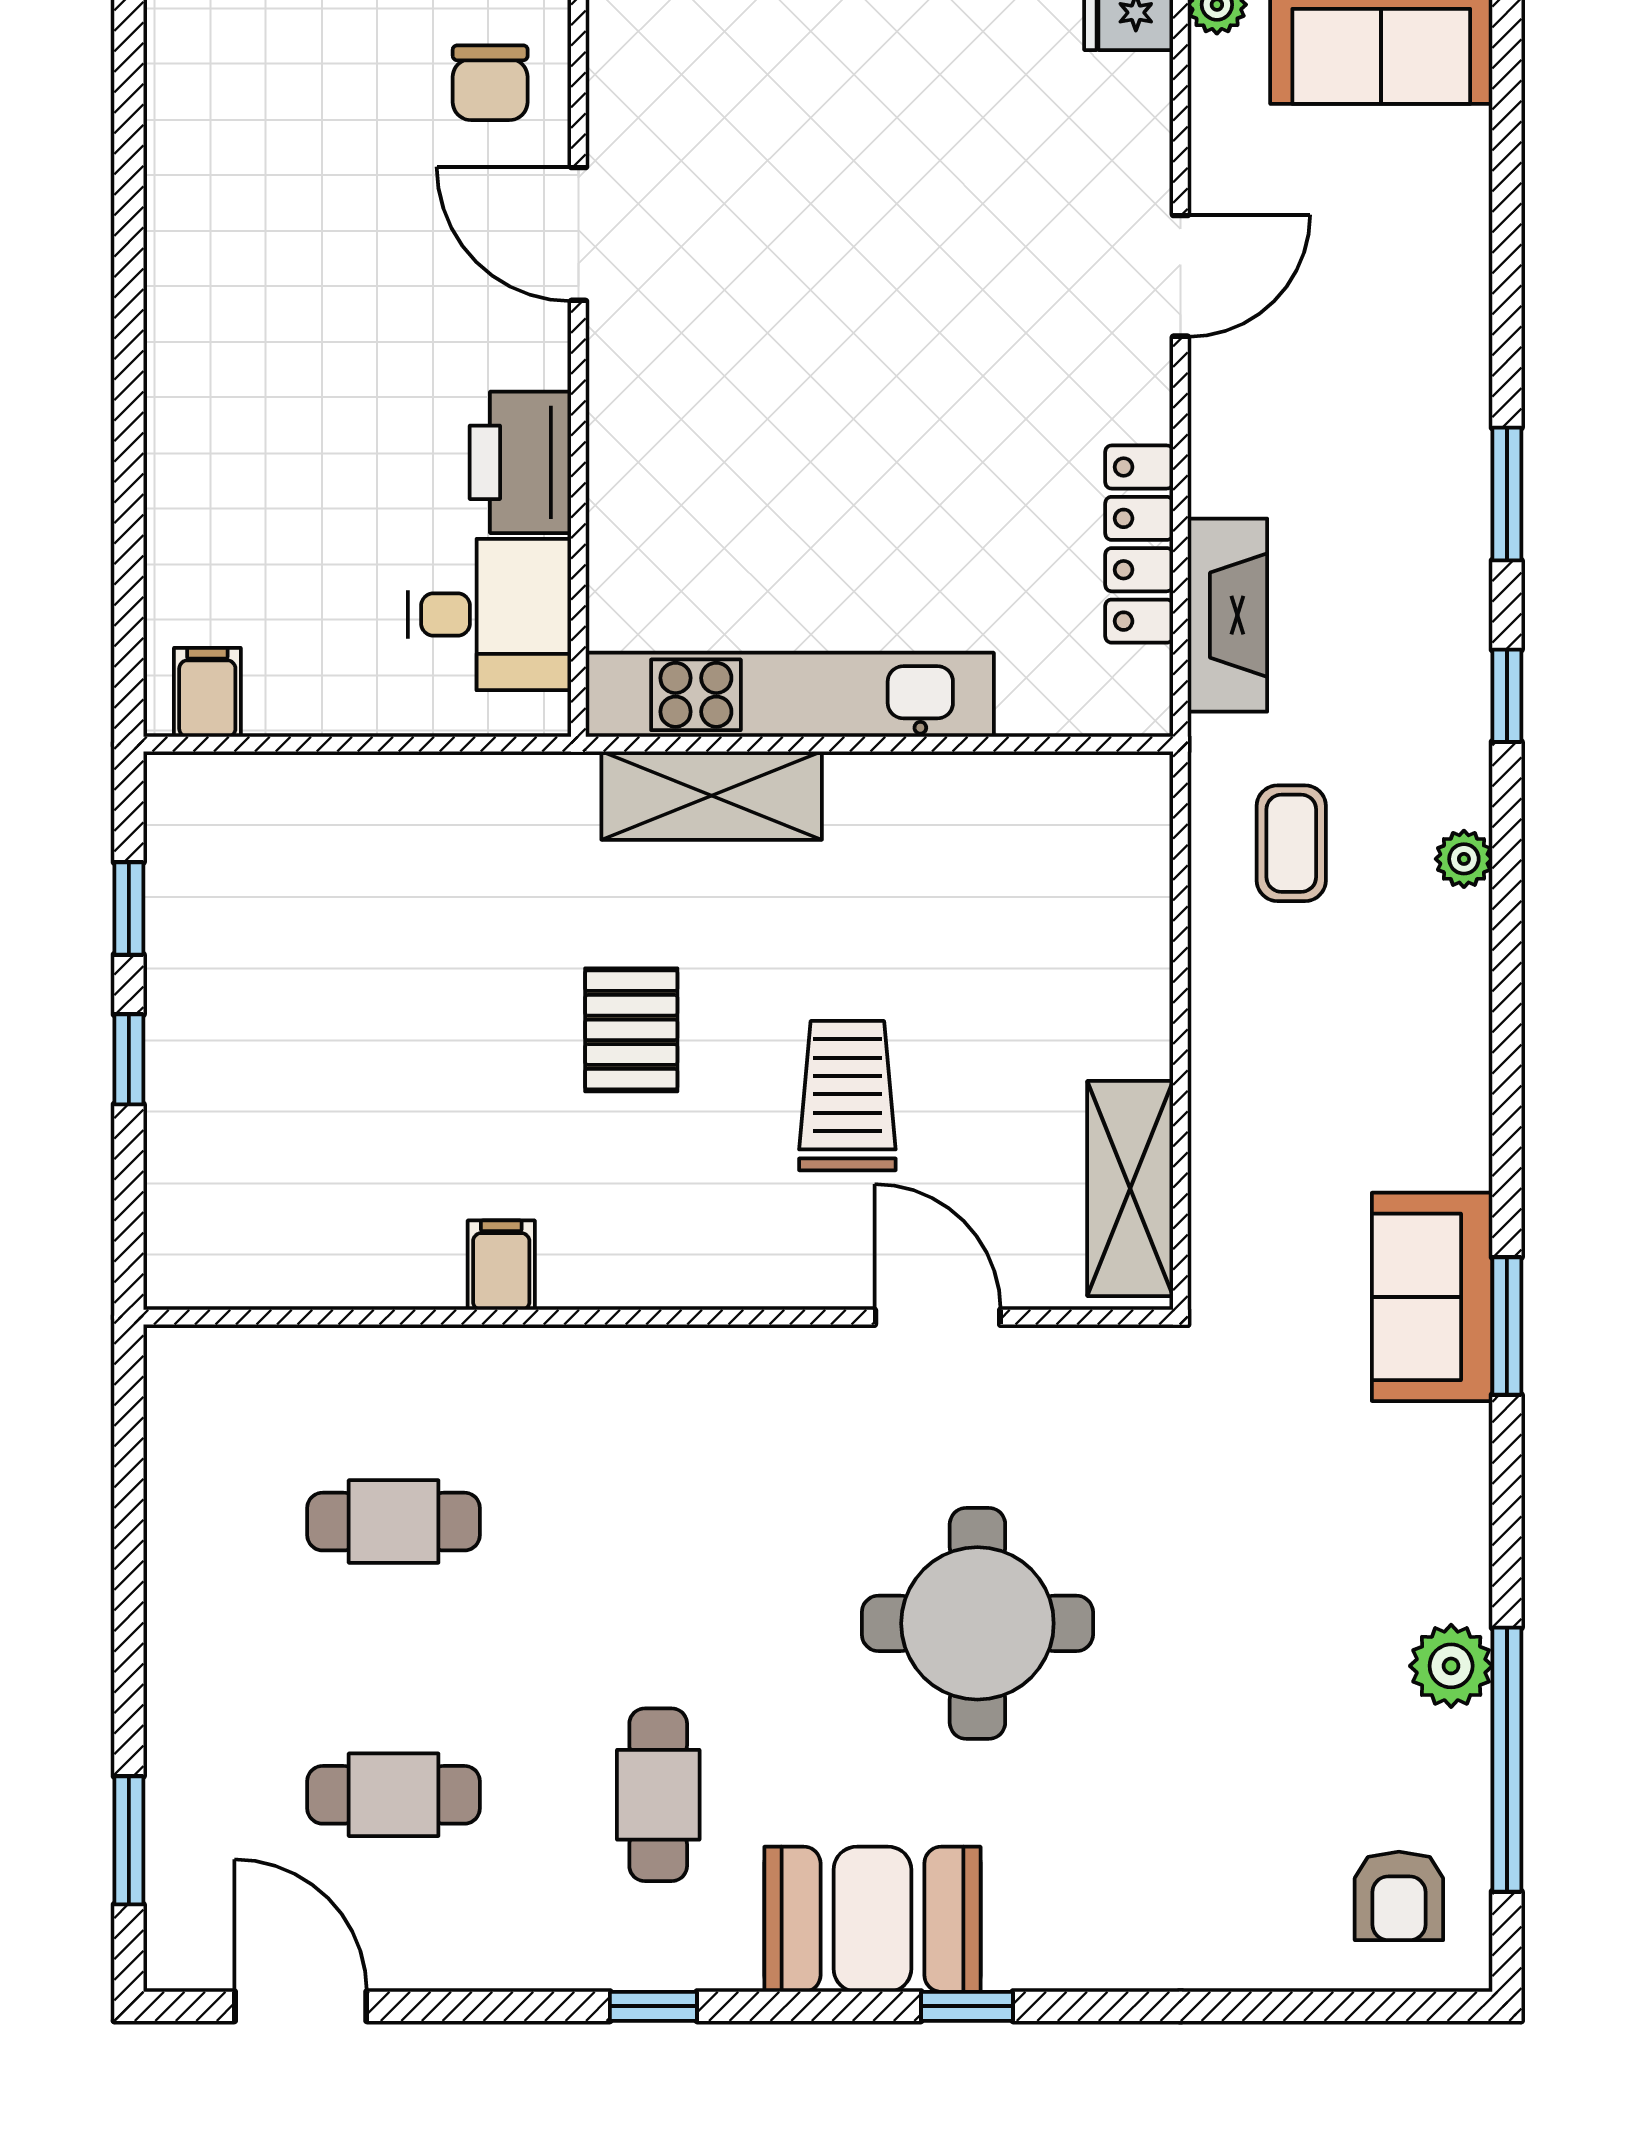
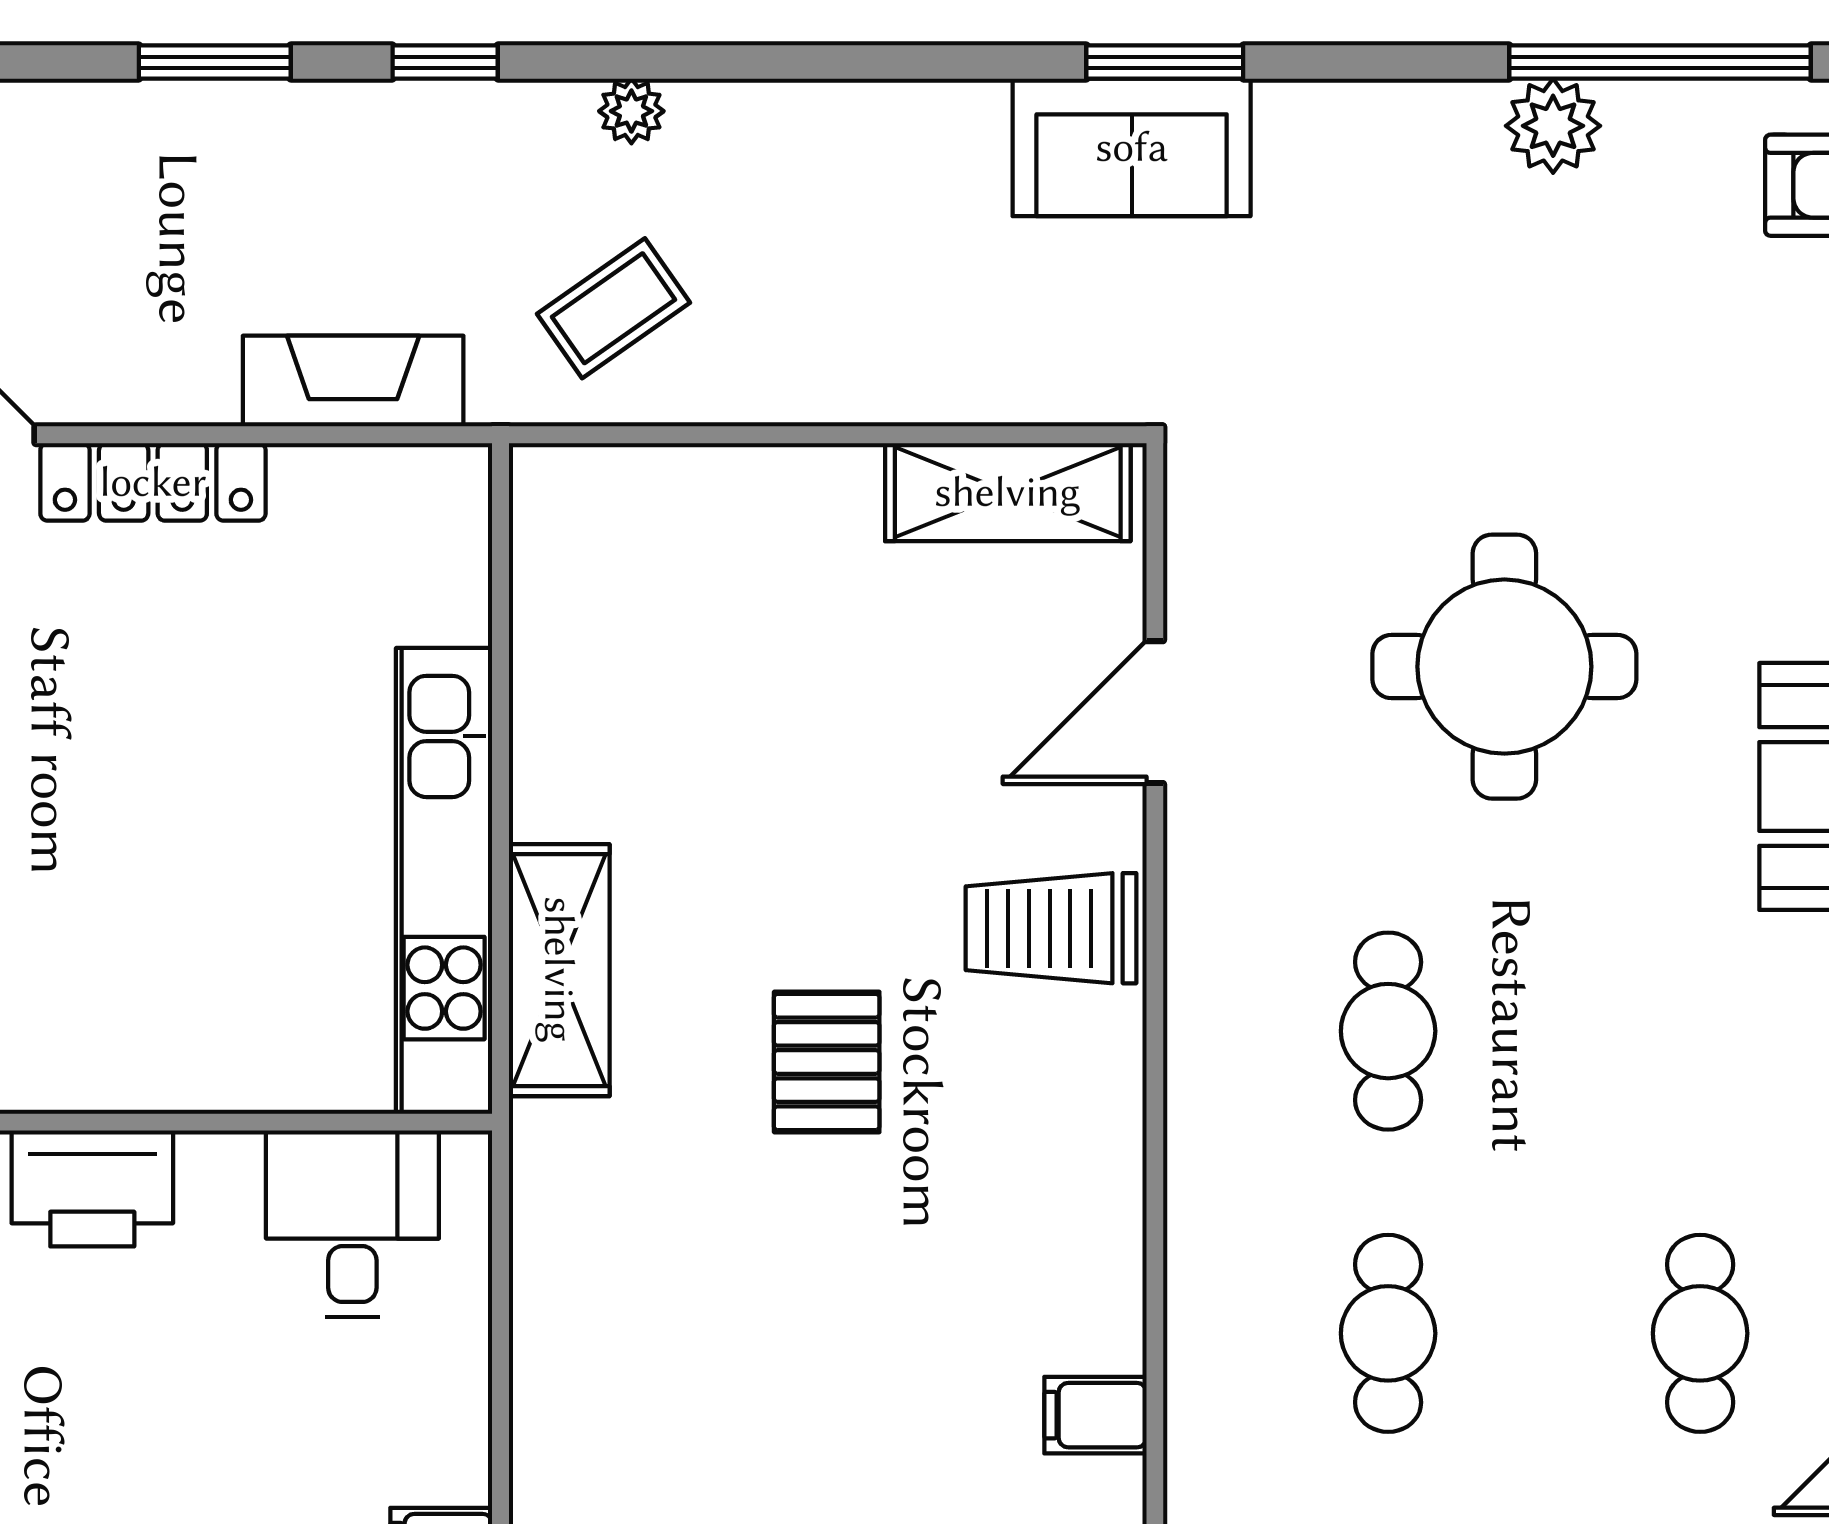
printer: (520, 462) -> (92, 1188), moved
locker: (1139, 544) -> (153, 482), moved
coffee table: (1291, 843) -> (614, 308), turned -35
pallet: (631, 1030) -> (827, 1062), turned 90
trolley: (847, 1096) -> (1051, 928), moved
filing cabinet: (501, 1265) -> (1095, 1415), moved
cafe table: (658, 1795) -> (1388, 1031), moved, turned 90

